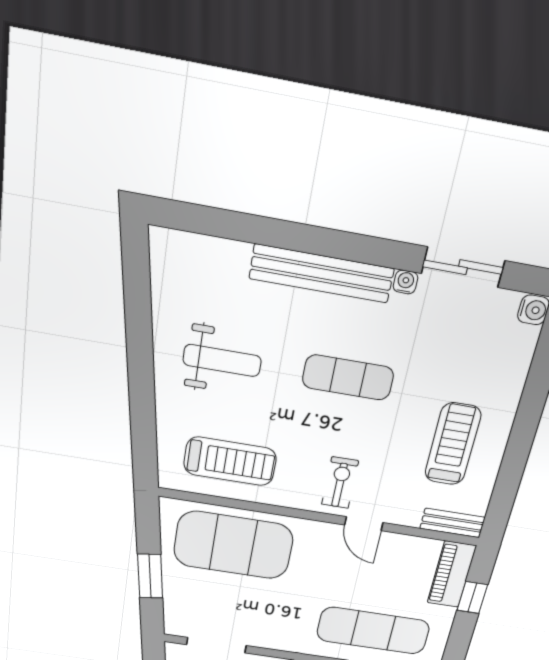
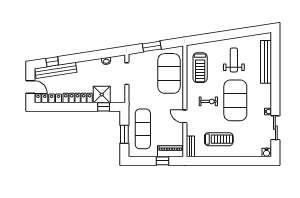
bench: (322, 274) -> (266, 62), moved
weight bench: (222, 360) -> (234, 60), turned 180
exercise mat: (348, 377) -> (235, 100), width x2.00, depth x1.45
exercise bike: (340, 483) -> (208, 101), moved
door: (364, 524) -> (185, 116), hinge flipped

